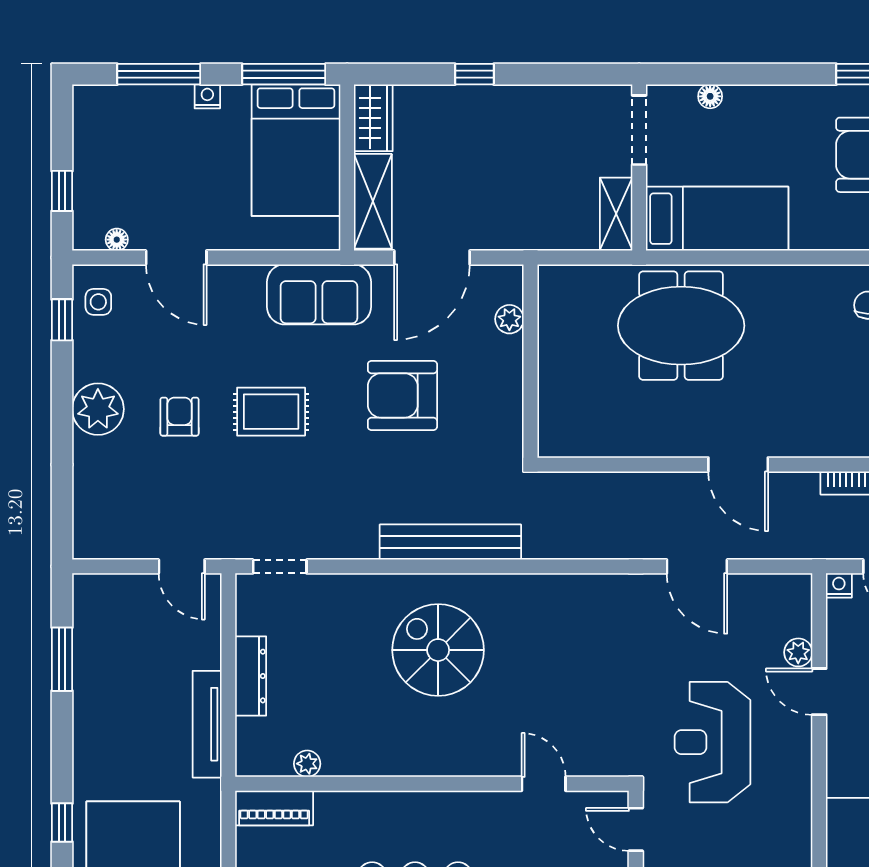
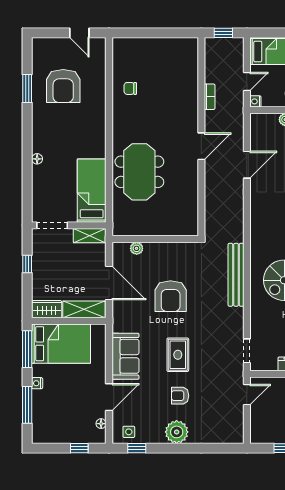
doorway: (639, 130) -> (52, 225), moved
wall: (639, 168) -> (69, 225), moved
shelving: (616, 214) -> (89, 236), moved
bed: (717, 219) -> (92, 191), moved
sofa: (319, 294) -> (125, 356), moved

